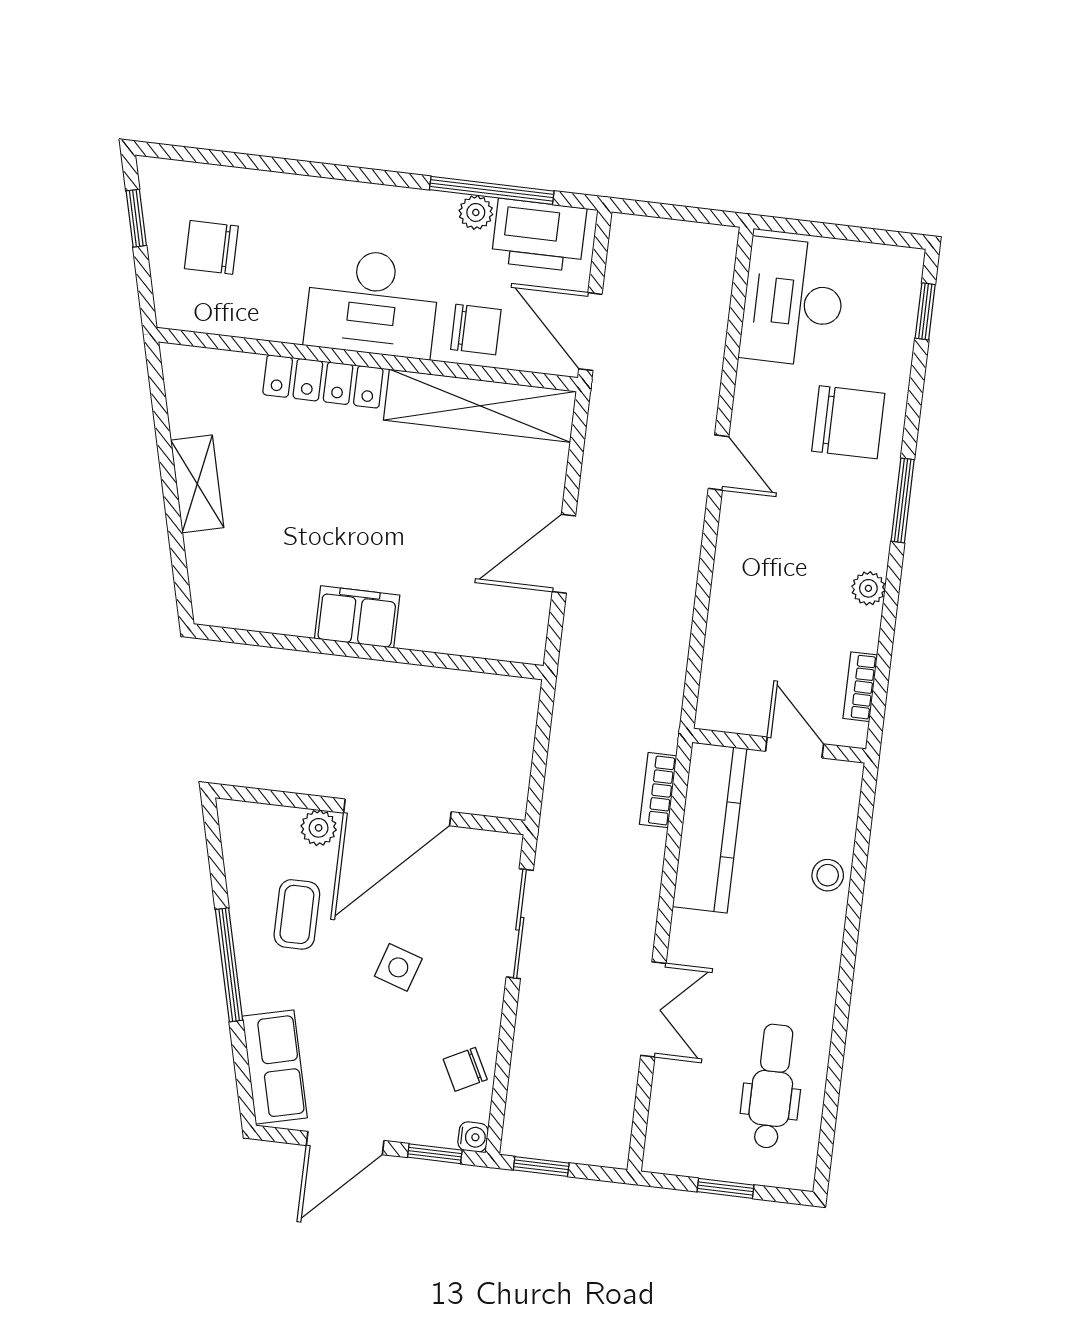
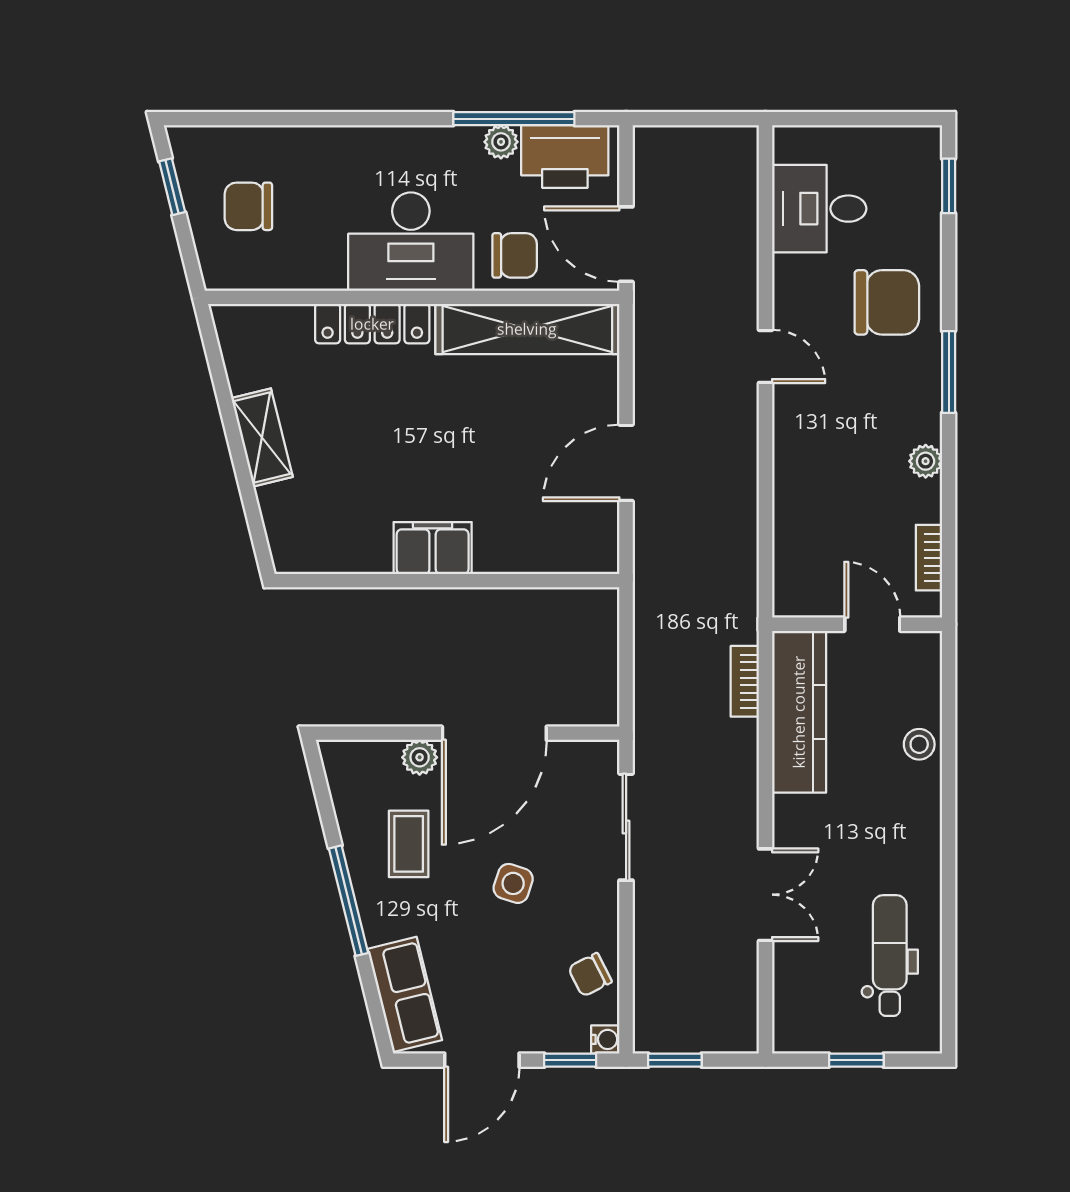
desk: (793, 302) -> (819, 209), width x0.73

